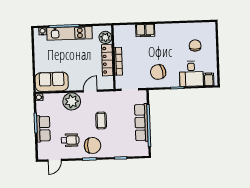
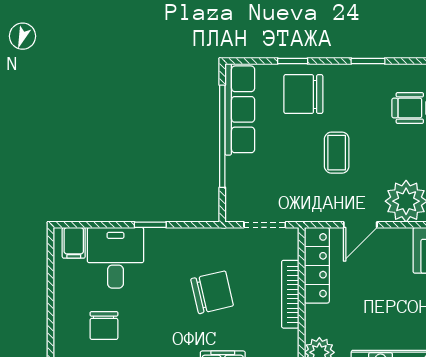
locker: (107, 60) -> (317, 265), moved
chair: (158, 72) -> (212, 292), moved
row of seats: (141, 123) -> (240, 109), moved
chair: (93, 145) -> (303, 94), moved

